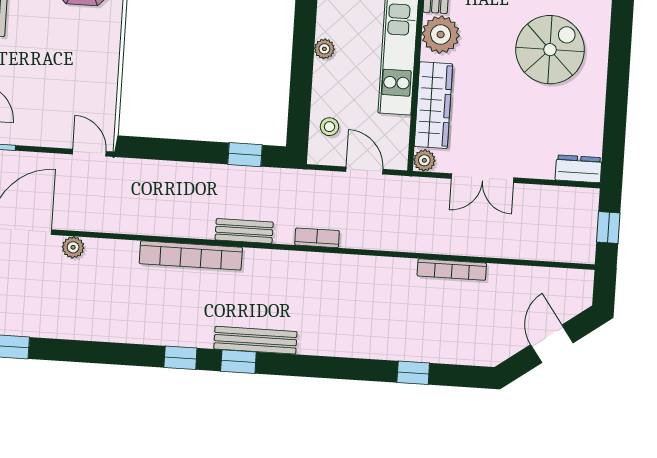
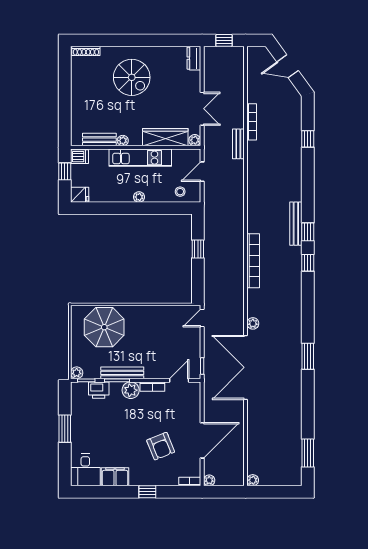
plant: (441, 35) -> (123, 141), width x0.53, depth x0.53
spiral stairs: (550, 50) -> (132, 77), turned 180
window: (245, 155) -> (198, 249), moved
bench: (244, 231) -> (238, 144), moved
bookcase: (317, 238) -> (239, 194), removed

